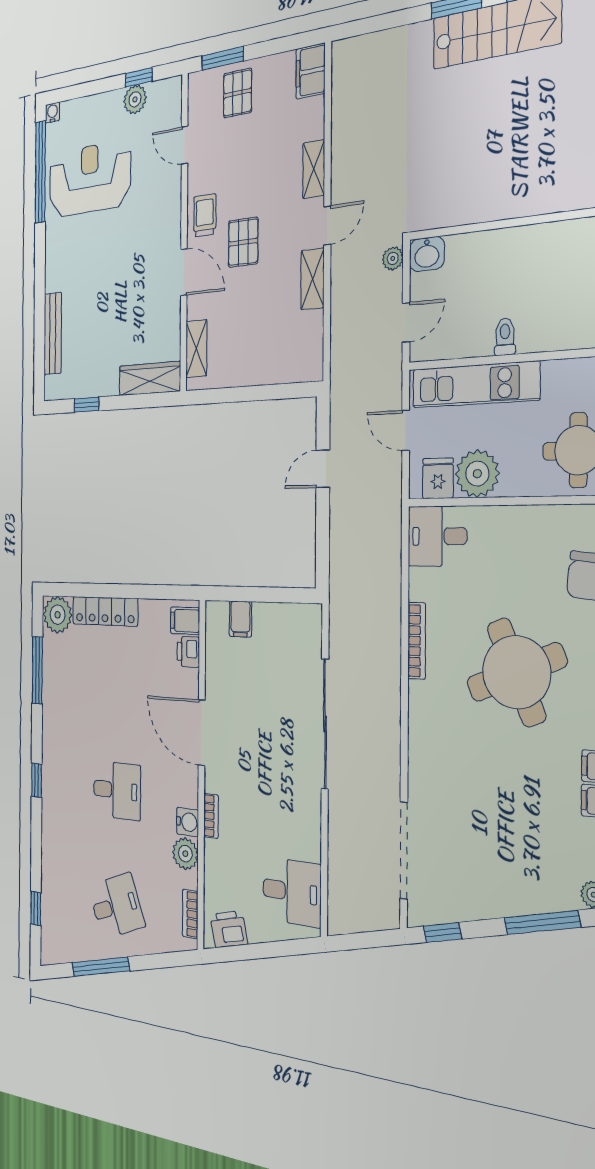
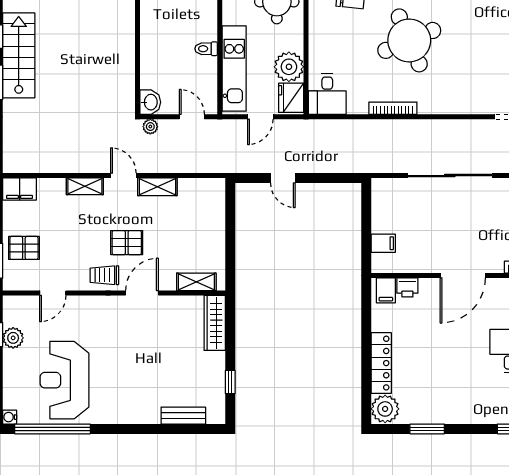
bench: (53, 334) -> (183, 416), width x0.73
fridge: (438, 478) -> (291, 98), width x1.38
window: (37, 670) -> (427, 429), width x0.69

